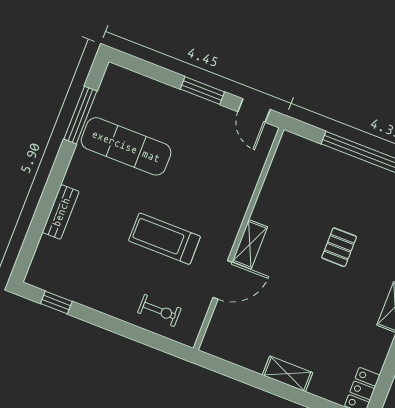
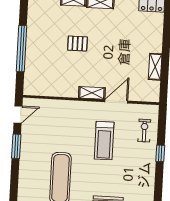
door: (223, 280) -> (116, 101), hinge flipped
window: (56, 302) -> (160, 153), moved
shelving: (288, 374) -> (155, 67), moved

